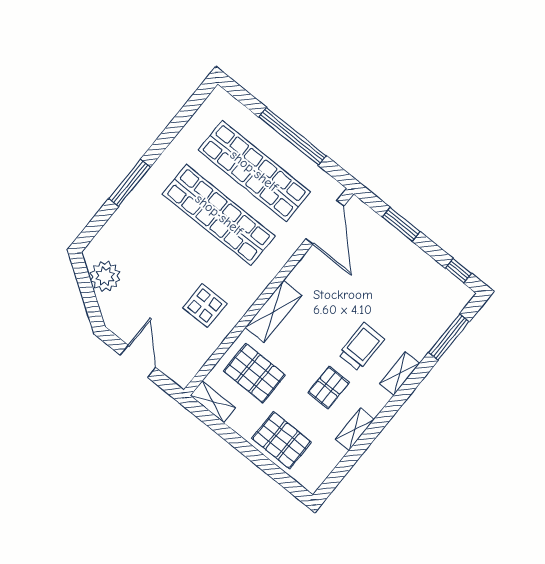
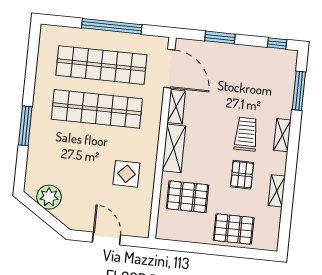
shelving: (213, 402) -> (176, 107), moved, turned 90

